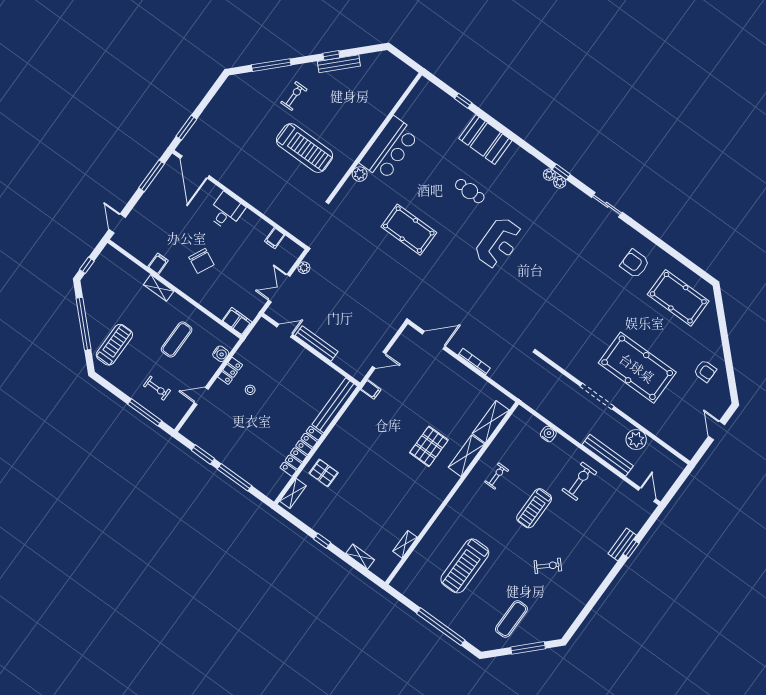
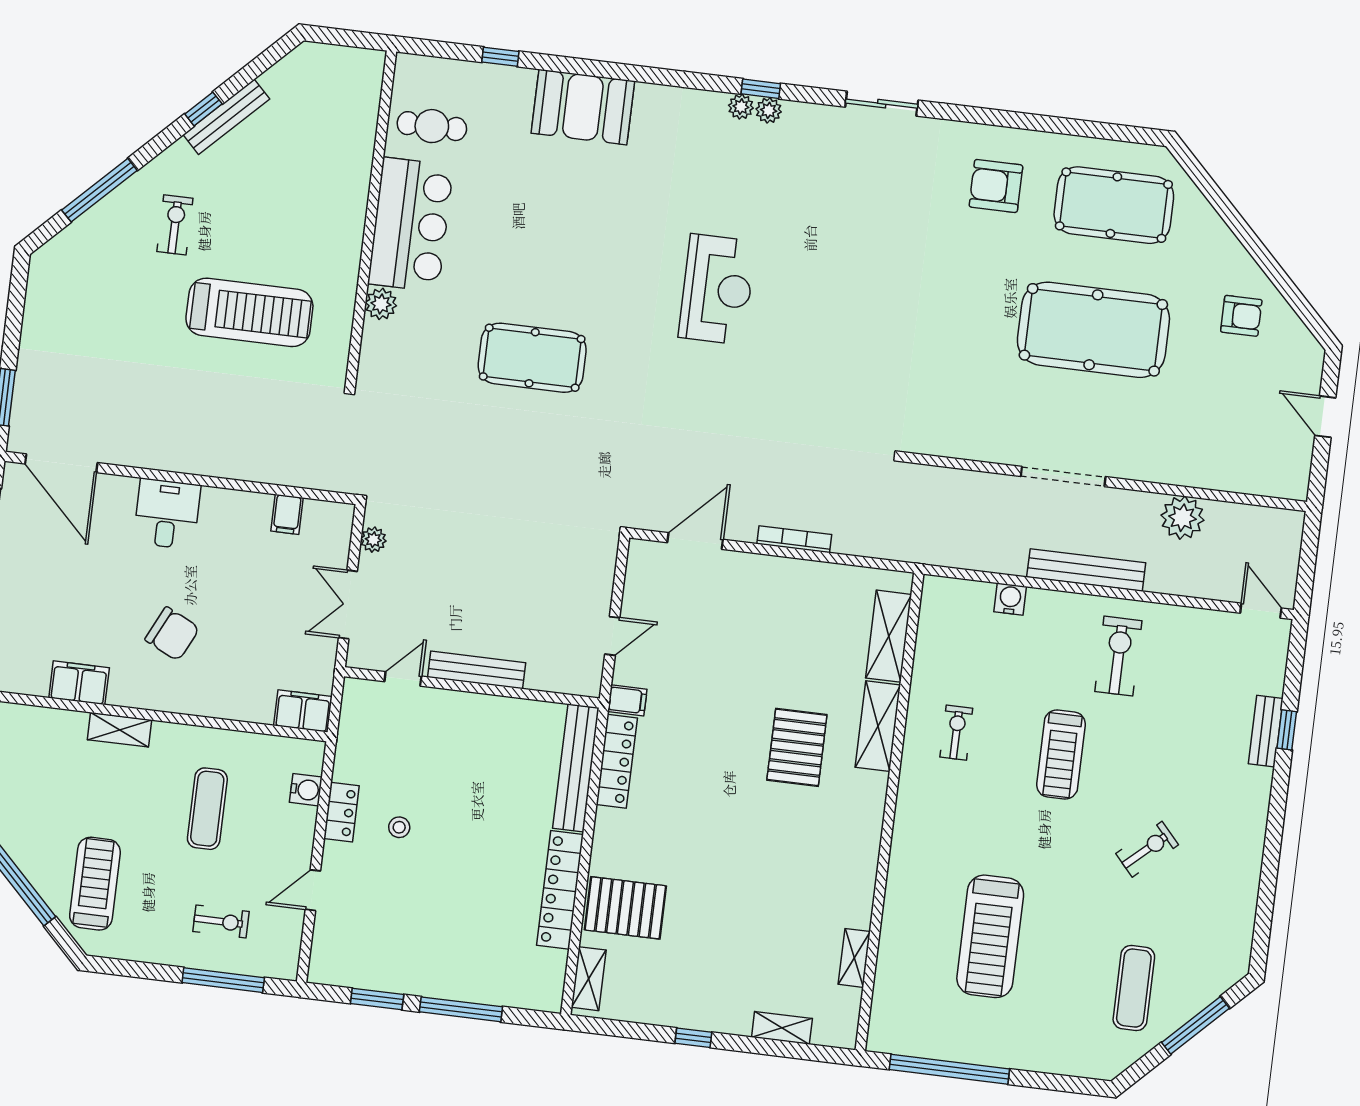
cafe table: (470, 191) -> (432, 126), moved
filing cabinet: (158, 264) -> (79, 683), width x2.00
pool table: (637, 368) -> (1093, 330), moved
locker: (353, 412) -> (617, 761), added
bench: (608, 455) -> (1086, 570), moved
pallet: (324, 473) -> (625, 908), width x1.50, depth x1.42
window: (441, 627) -> (949, 1069), moved

